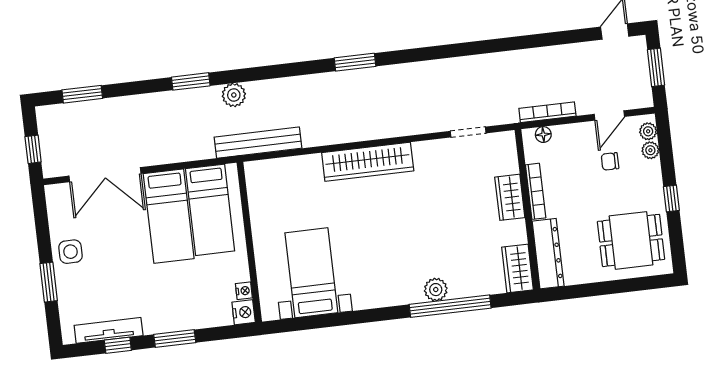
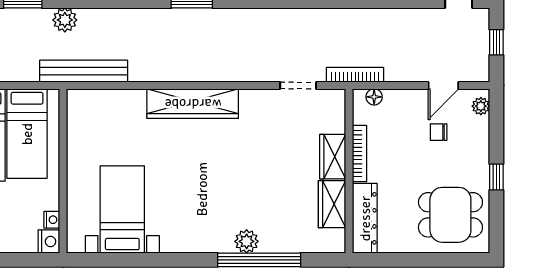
window: (656, 67) -> (496, 42), width x0.67
bookcase: (547, 112) -> (355, 75), moved
plant: (650, 150) -> (481, 126), removed
wardrobe: (517, 268) -> (332, 204), moved

